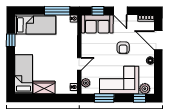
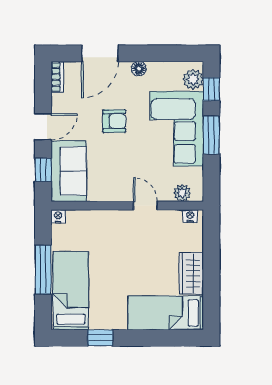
window: (57, 11) -> (43, 270), moved
window: (104, 98) -> (211, 135), moved

